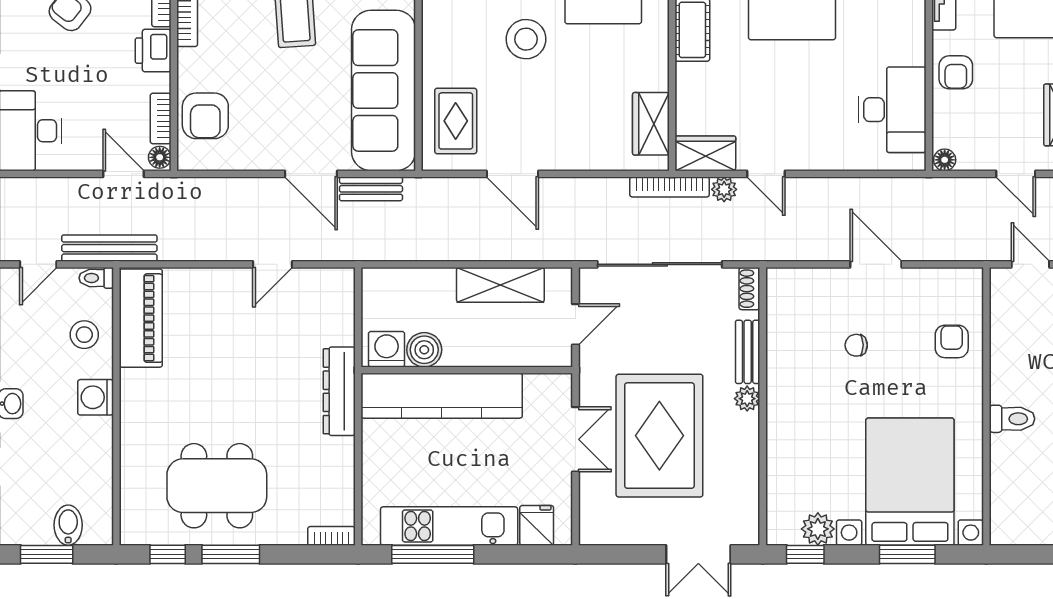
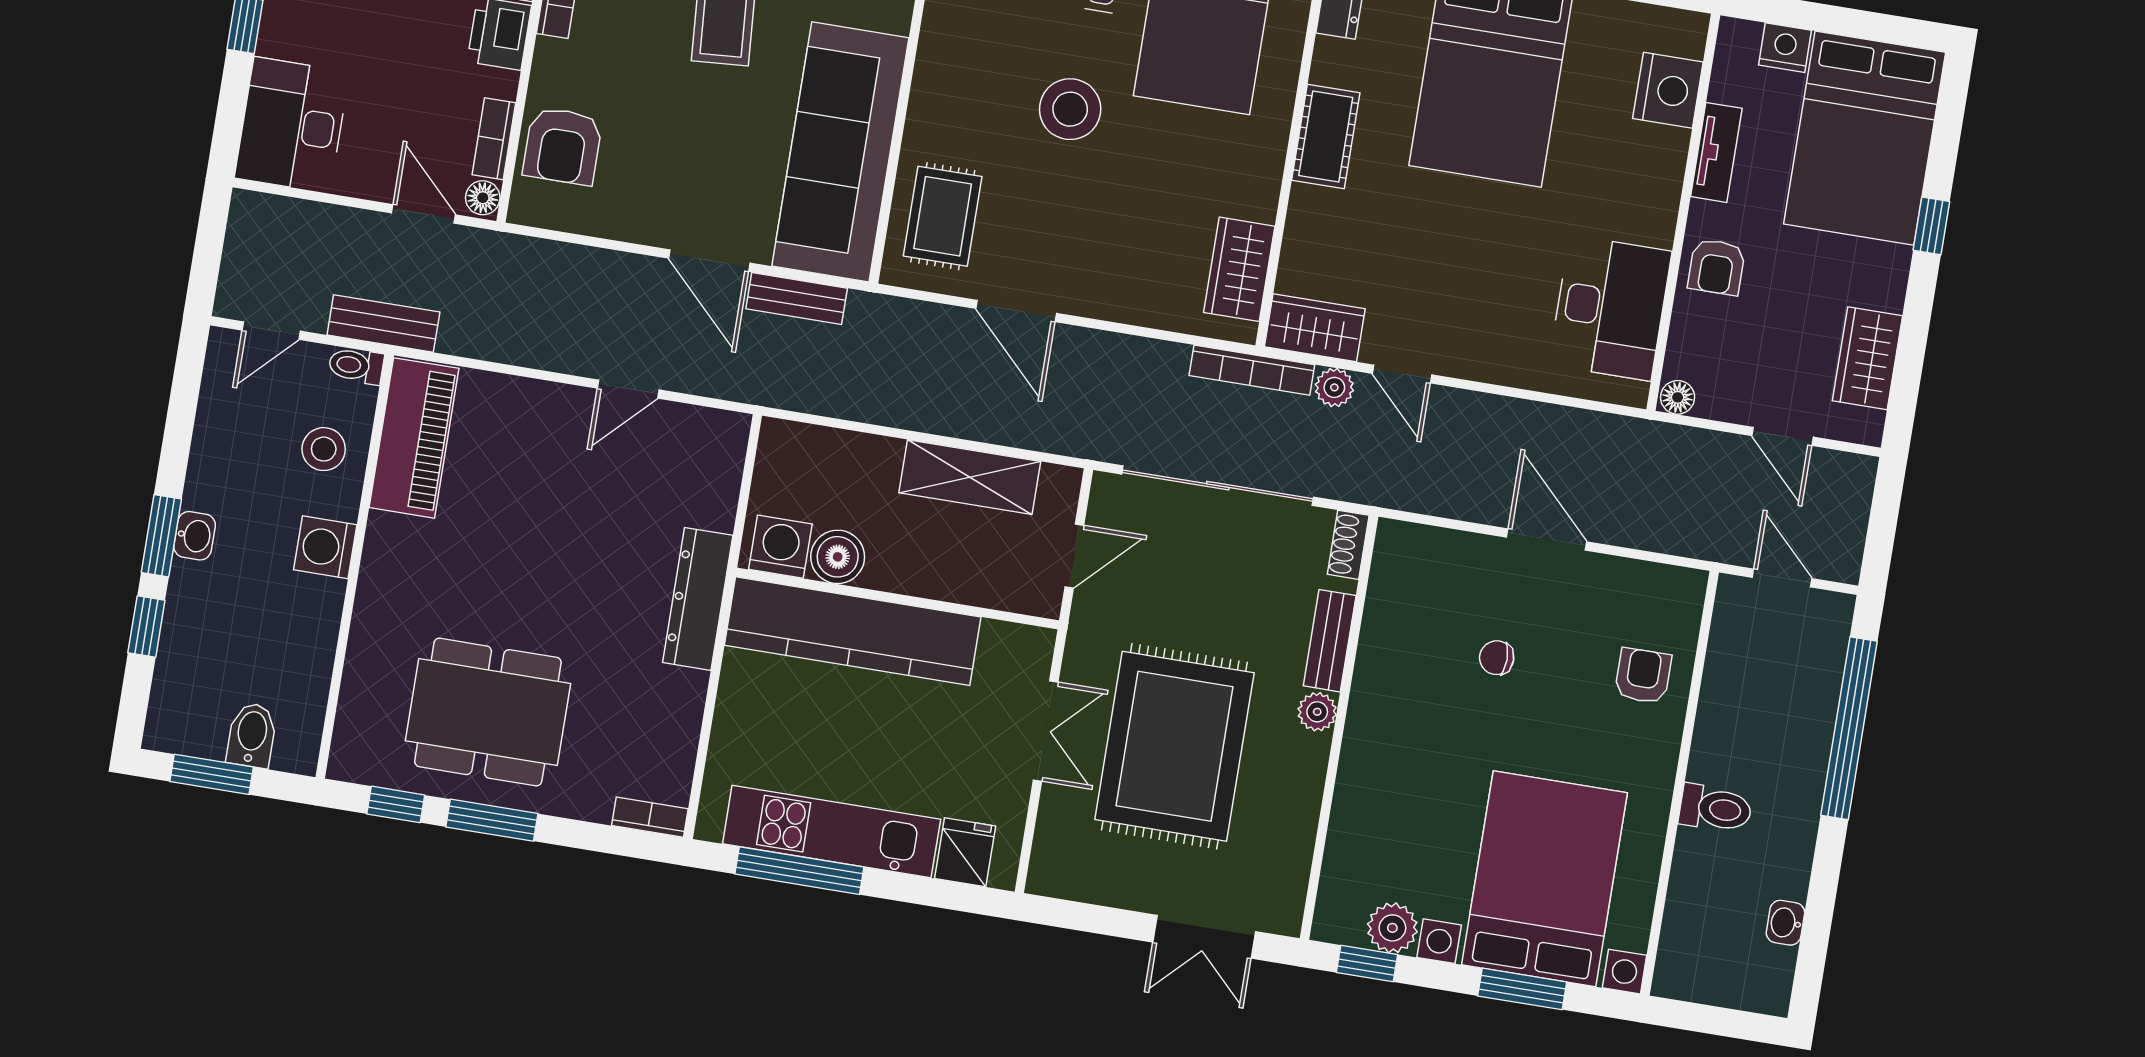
bench: (109, 248) -> (383, 323), width x0.73

